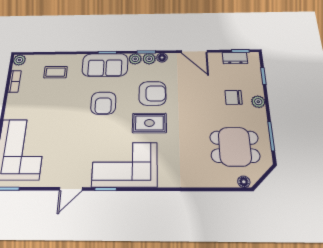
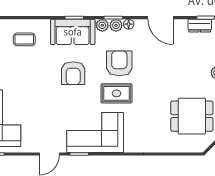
armchair: (152, 93) -> (119, 63), turned -90
chair: (234, 97) -> (195, 68), removed
floor lamp: (244, 182) -> (197, 147), removed

